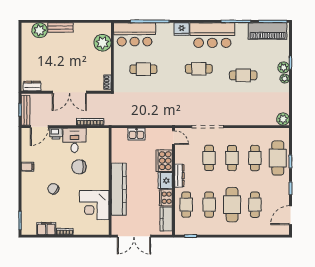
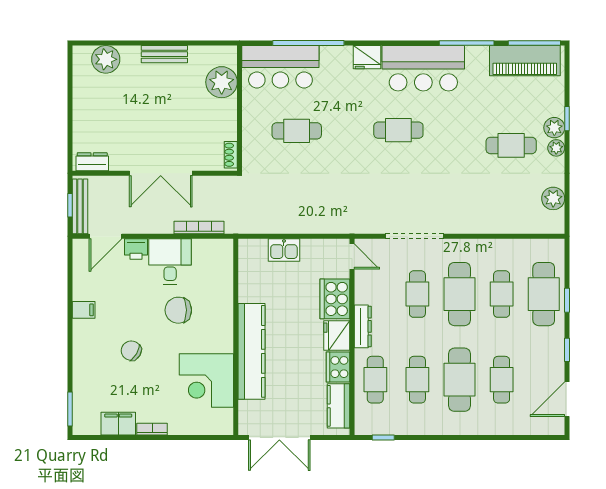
bench: (60, 27) -> (164, 54), moved
cafe table: (243, 75) -> (511, 145), moved
plant: (283, 119) -> (553, 198), moved
cafe table: (232, 158) -> (459, 294), width x1.37, depth x1.35

